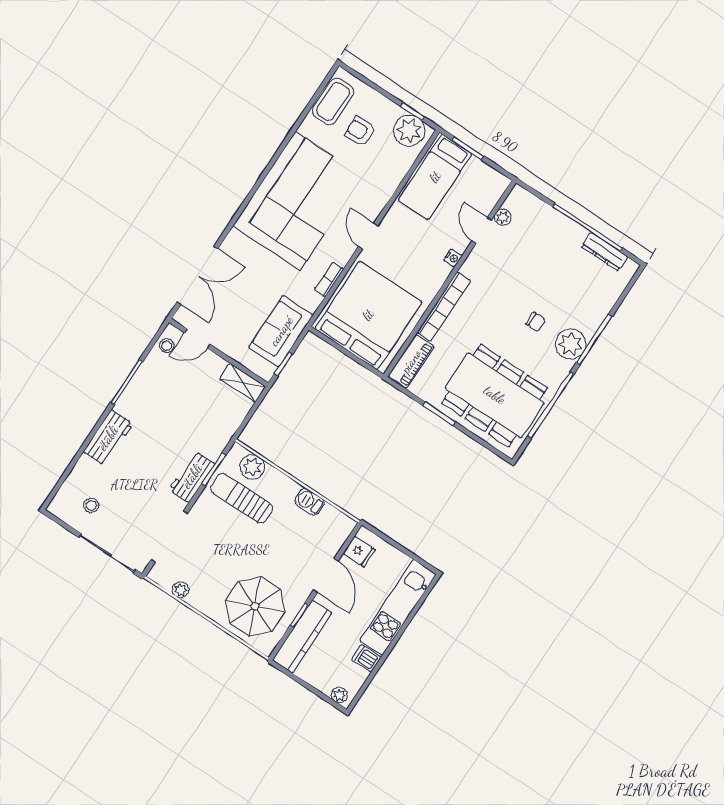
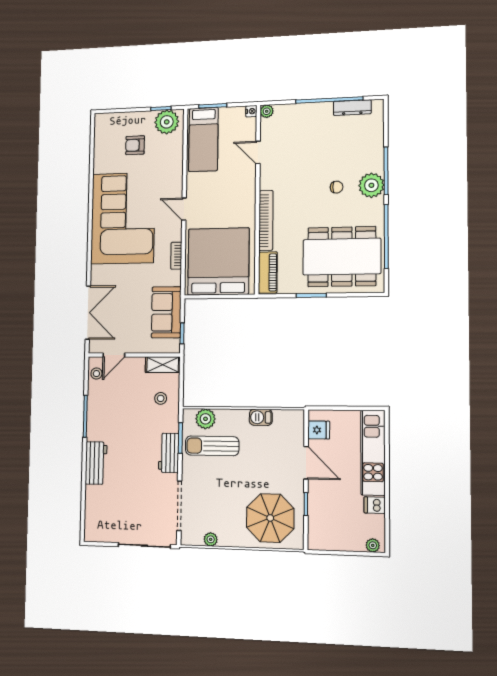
coffee table: (333, 101) -> (105, 139), removed
plant: (503, 217) -> (267, 111), moved
nightstand: (453, 258) -> (251, 111), moved
stool: (91, 505) -> (161, 398), moved
kitchen counter: (302, 637) -> (318, 519), removed

